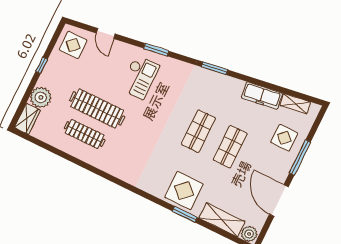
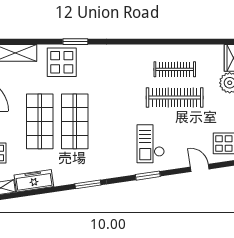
shop shelf: (198, 131) -> (75, 121), width x1.43, depth x1.36
shop shelf: (230, 147) -> (40, 121), width x1.43, depth x1.36
window: (185, 214) -> (75, 42), moved

